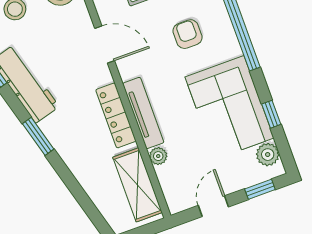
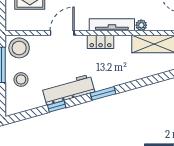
locker: (116, 115) -> (101, 42), width x0.66

